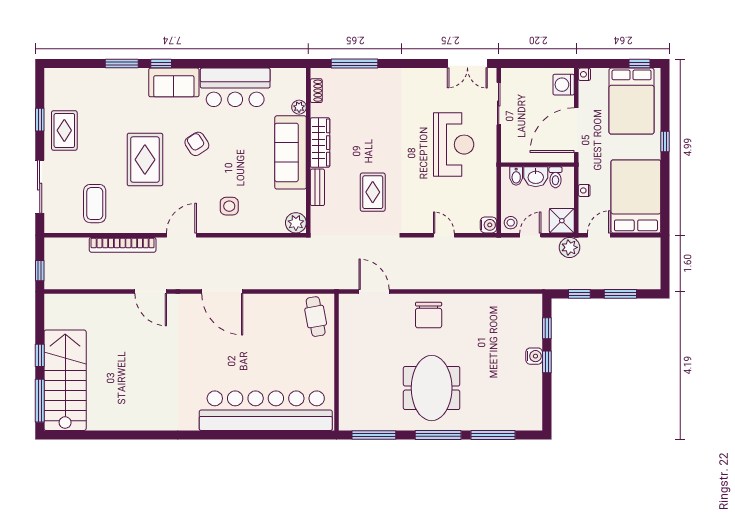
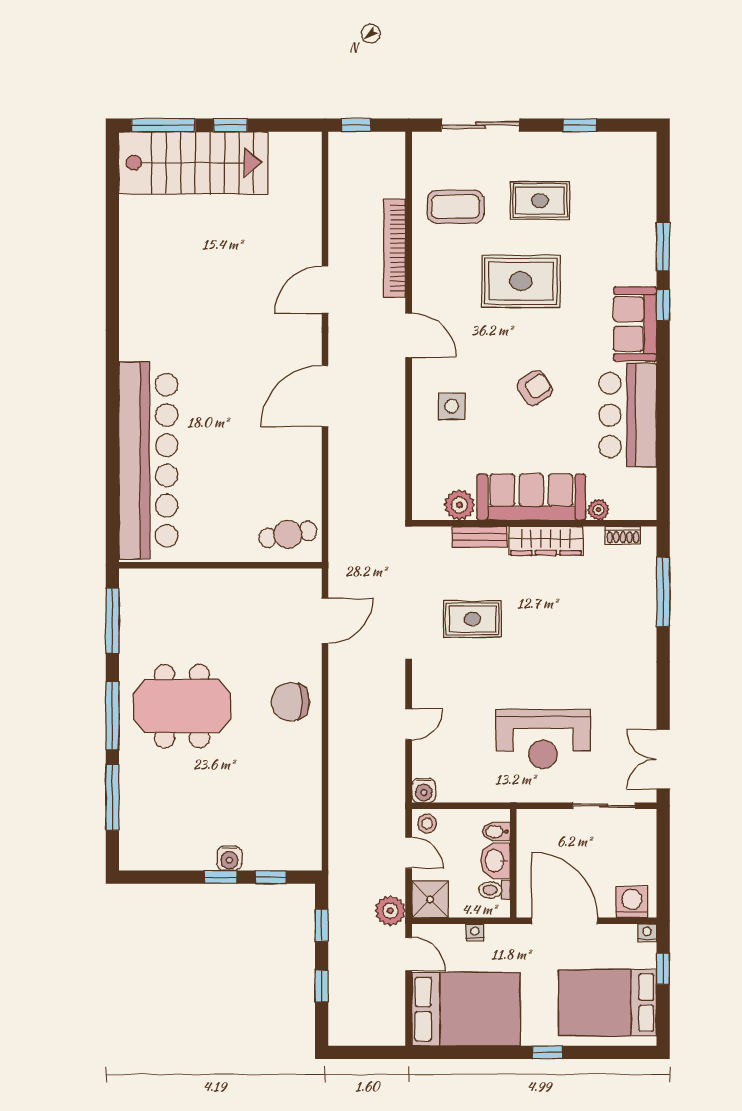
window: (640, 64) -> (663, 969), moved
rug: (64, 130) -> (540, 201), moved
armchair: (197, 144) -> (535, 388), moved
plant: (296, 223) -> (459, 505), moved
window: (620, 294) -> (322, 986), width x0.67

